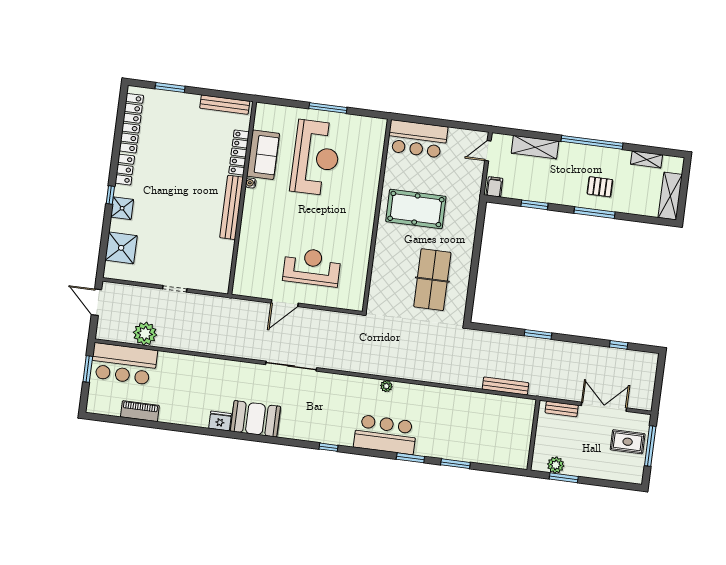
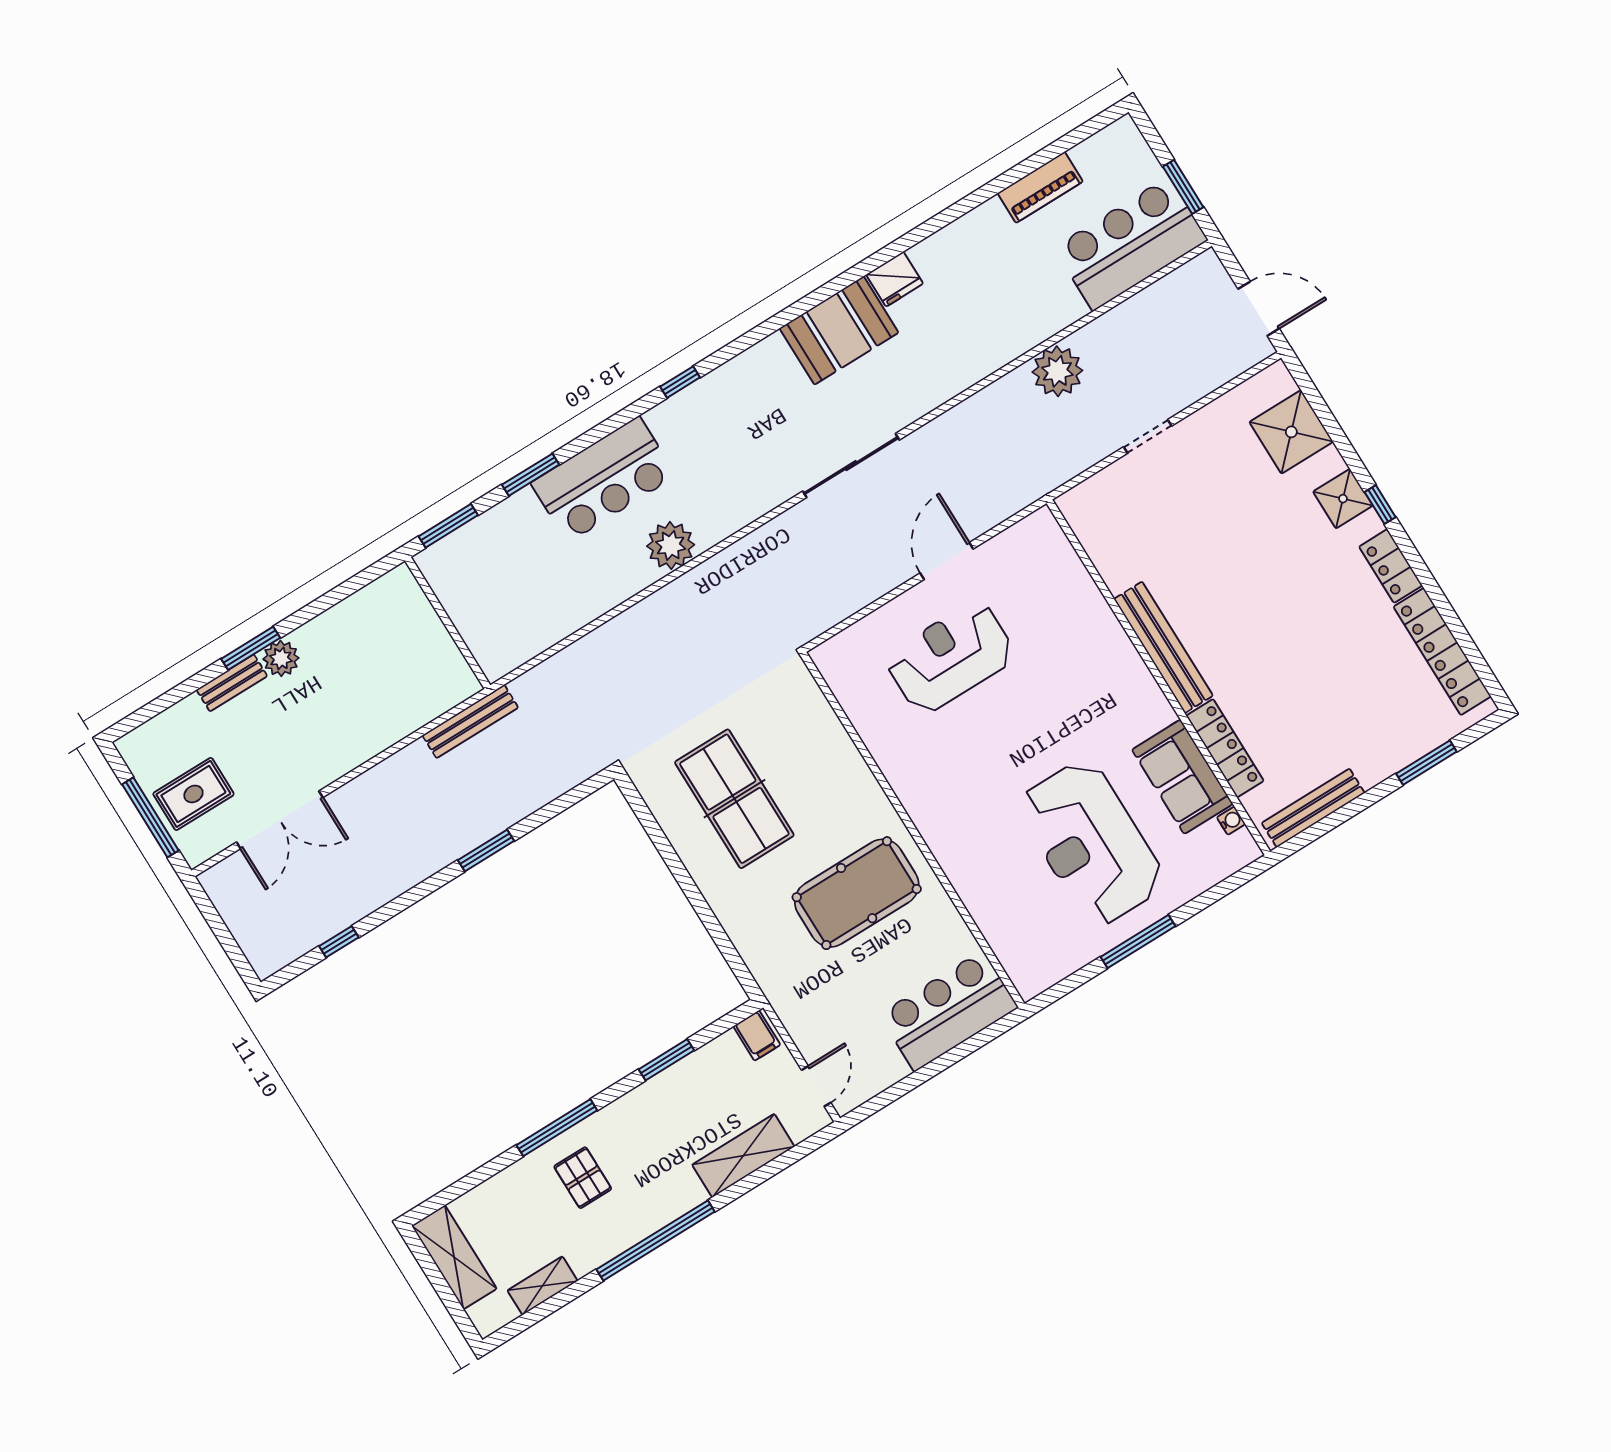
water cooler: (251, 183) -> (1231, 821), moved
pallet: (600, 187) -> (583, 1178), turned 90
reception desk: (312, 267) -> (950, 657), turned 180
plant: (145, 334) -> (1057, 371), moved
plant: (386, 386) -> (671, 545), width x1.87, depth x1.87
bench: (562, 409) -> (232, 683), moved
wall: (533, 435) -> (448, 623), moved

